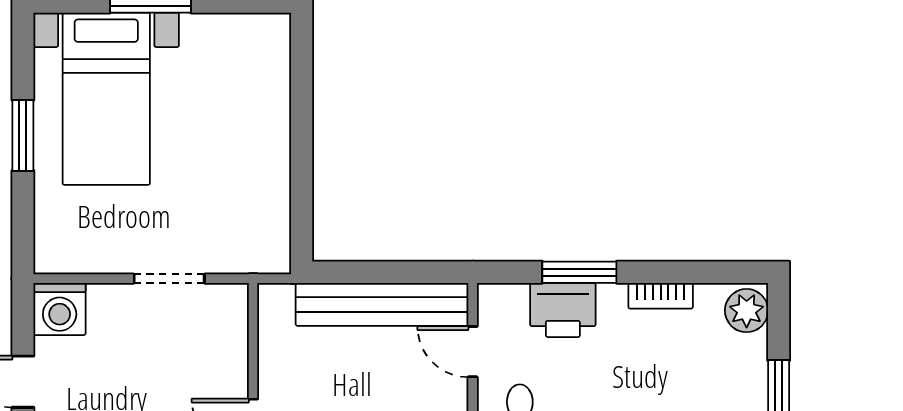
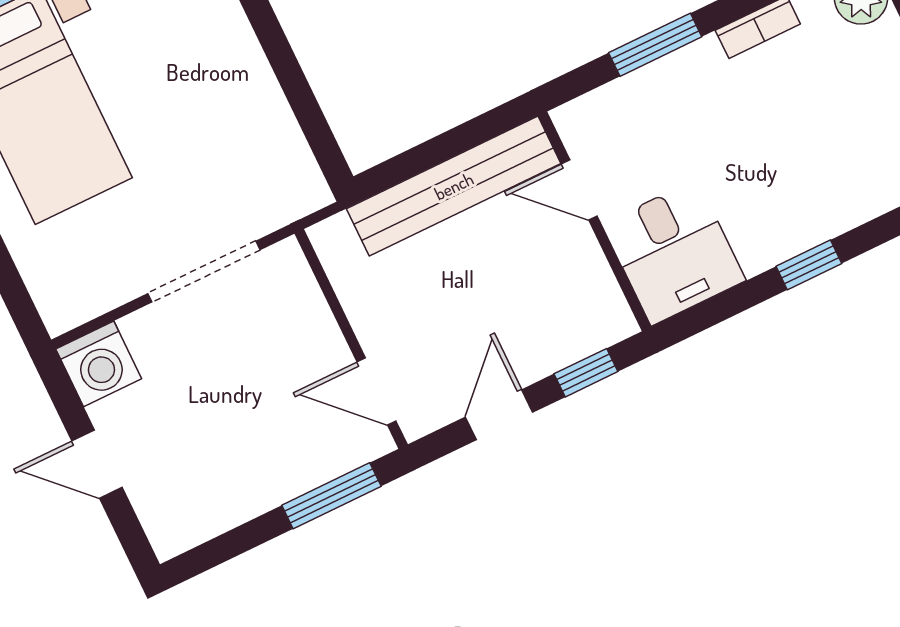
doorway: (169, 279) -> (204, 272), width x1.38
printer: (563, 310) -> (657, 95), removed

